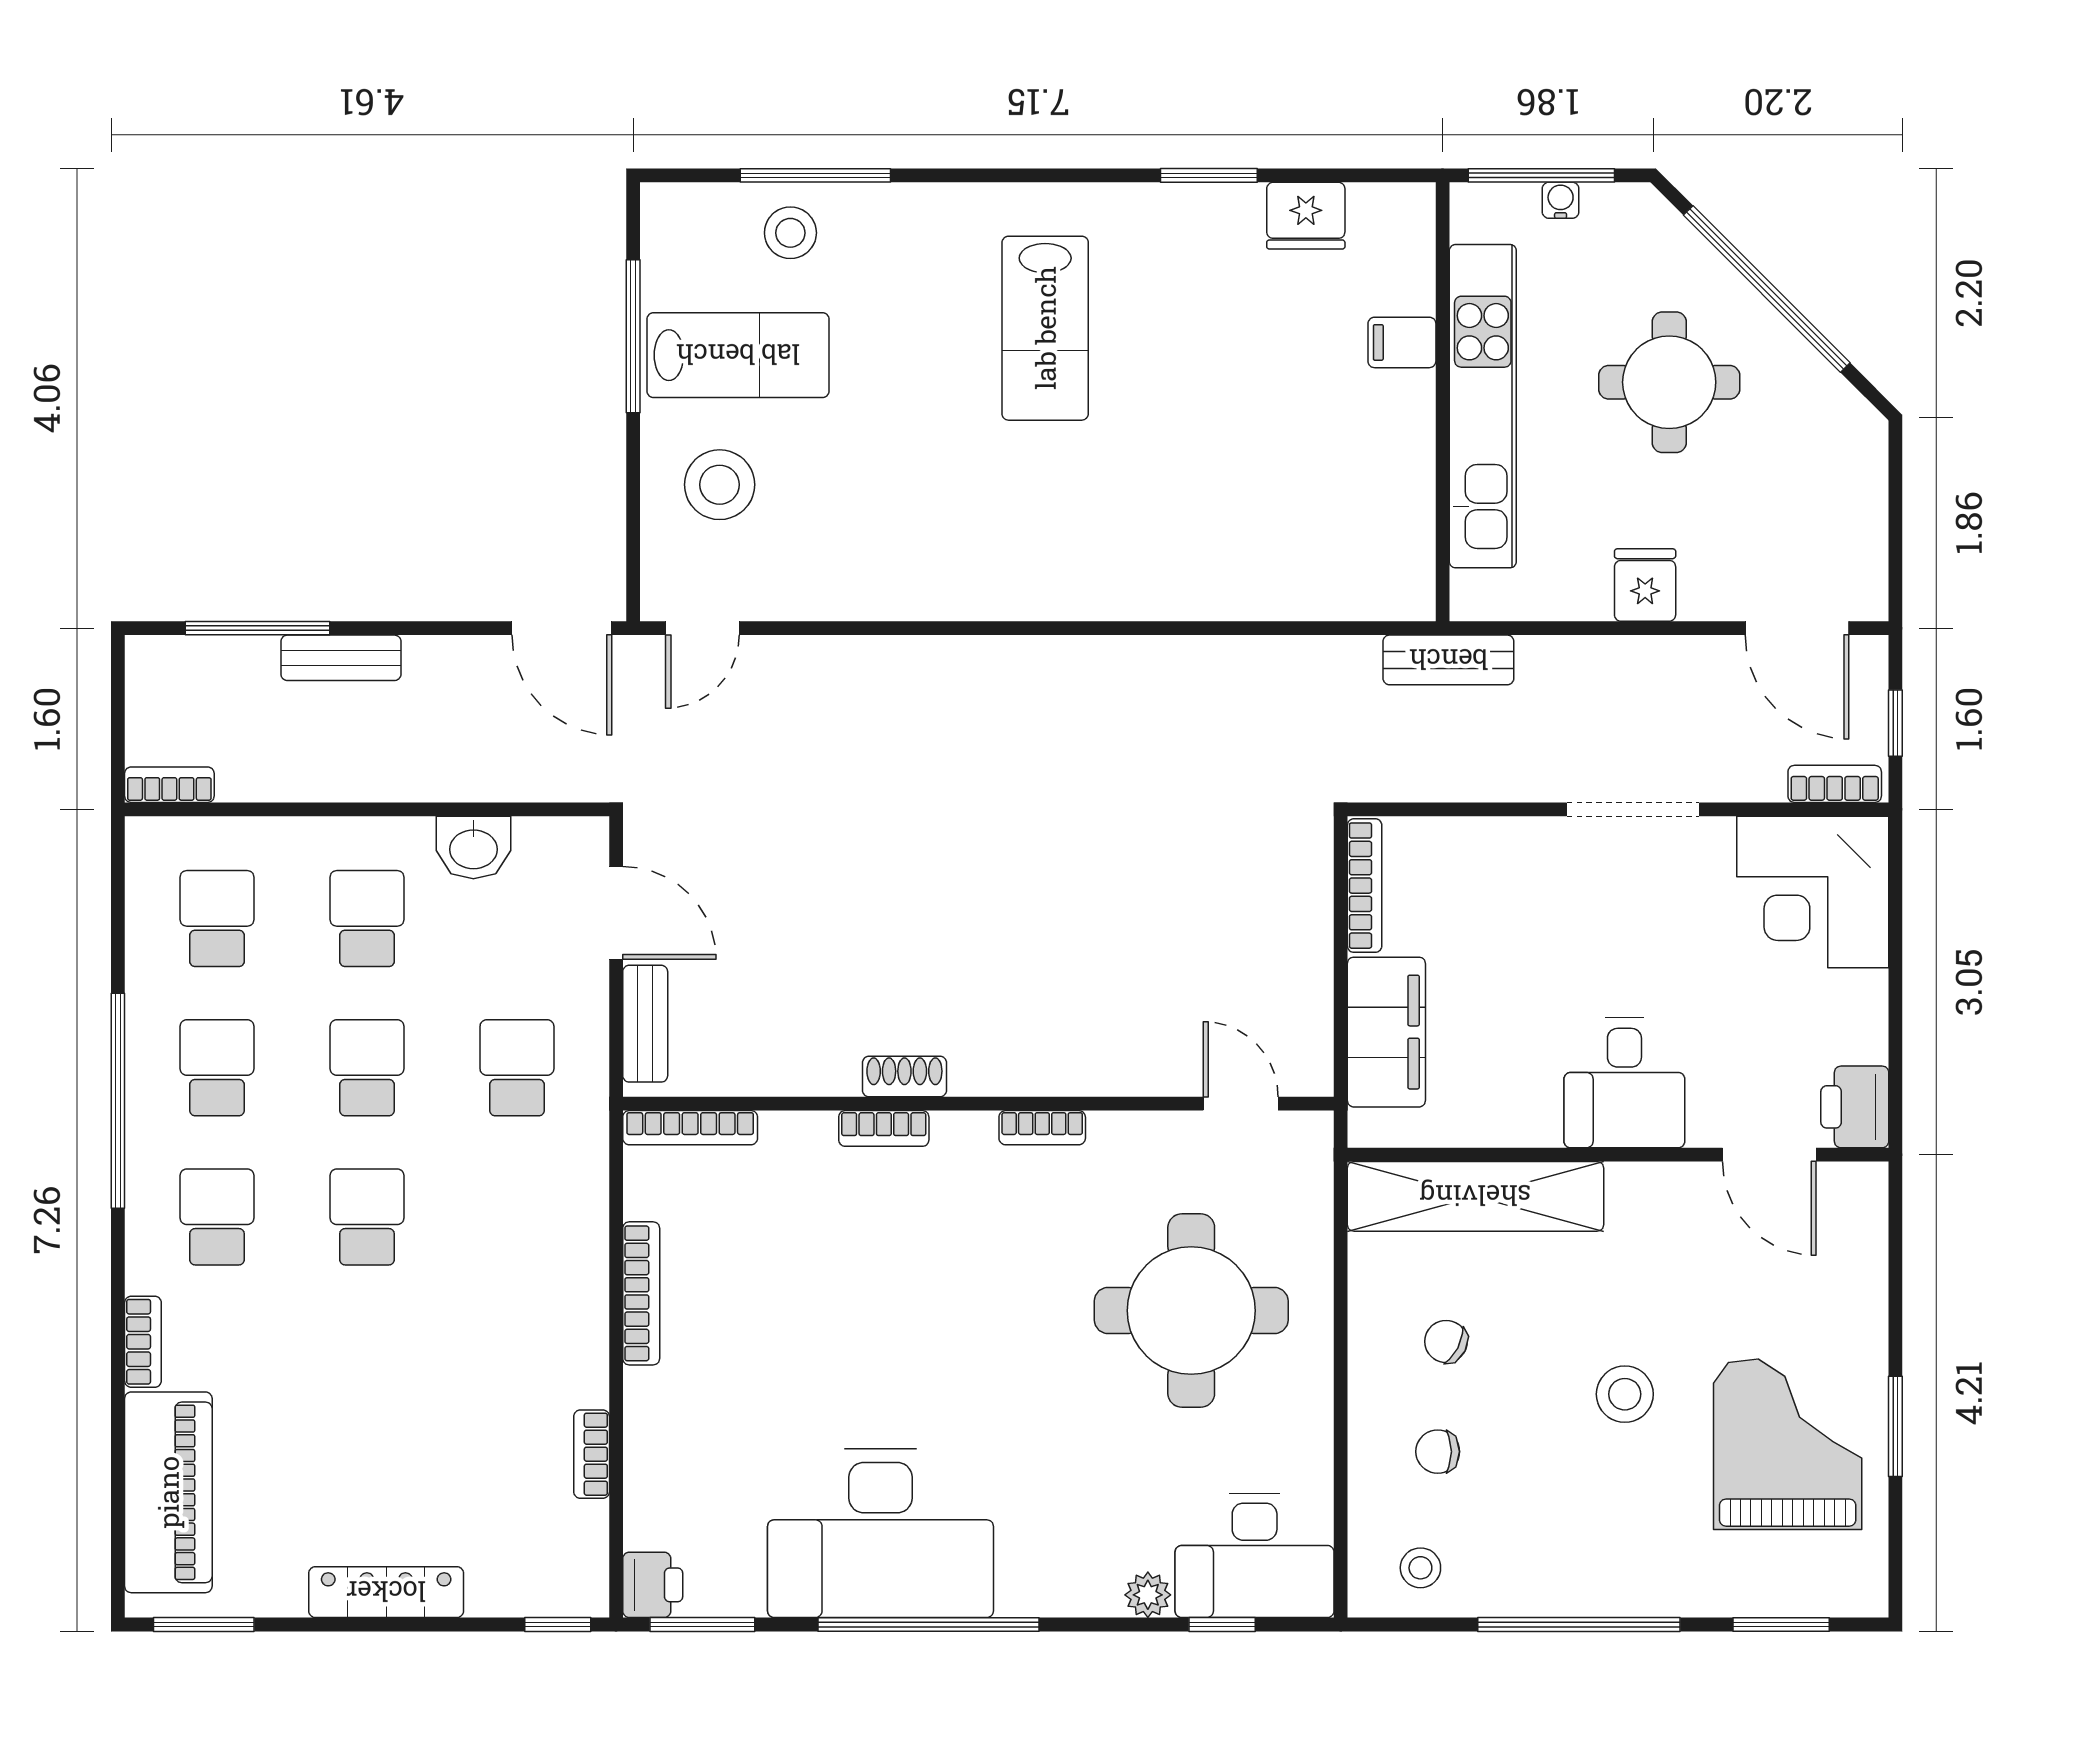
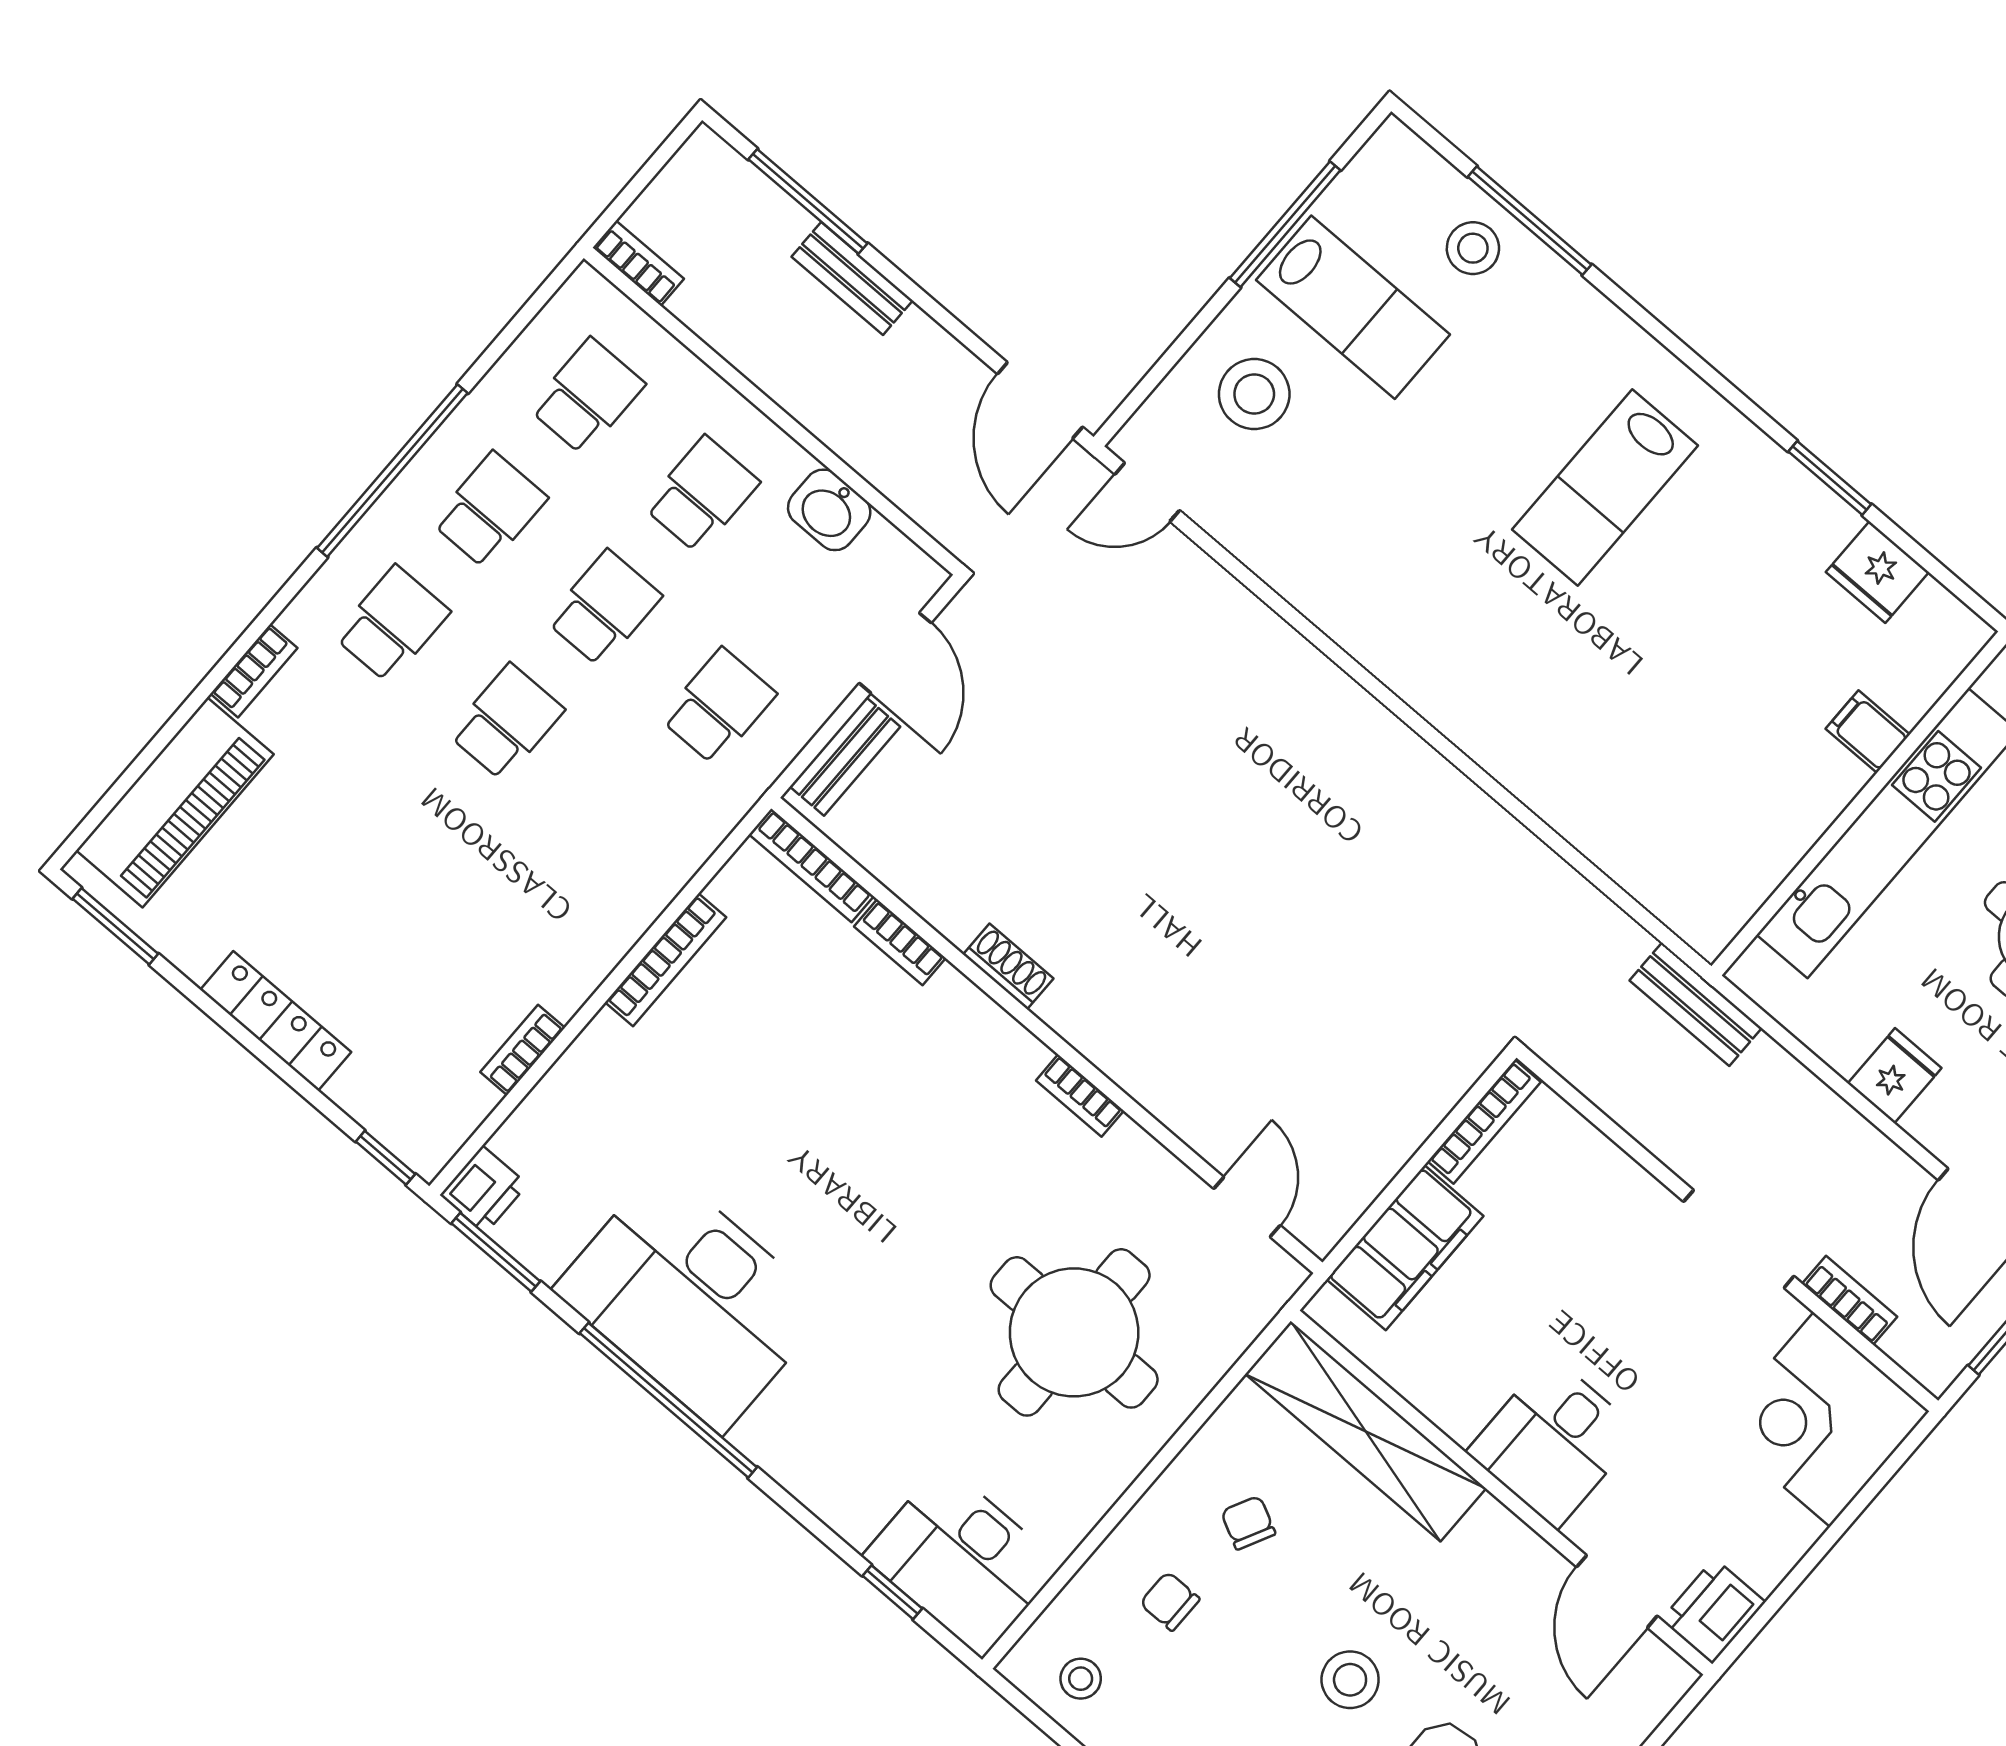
bookcase: (1835, 784) -> (1850, 1300), moved
bookcase: (884, 1128) -> (900, 942), moved
plant: (1148, 1595) -> (855, 1521), removed

